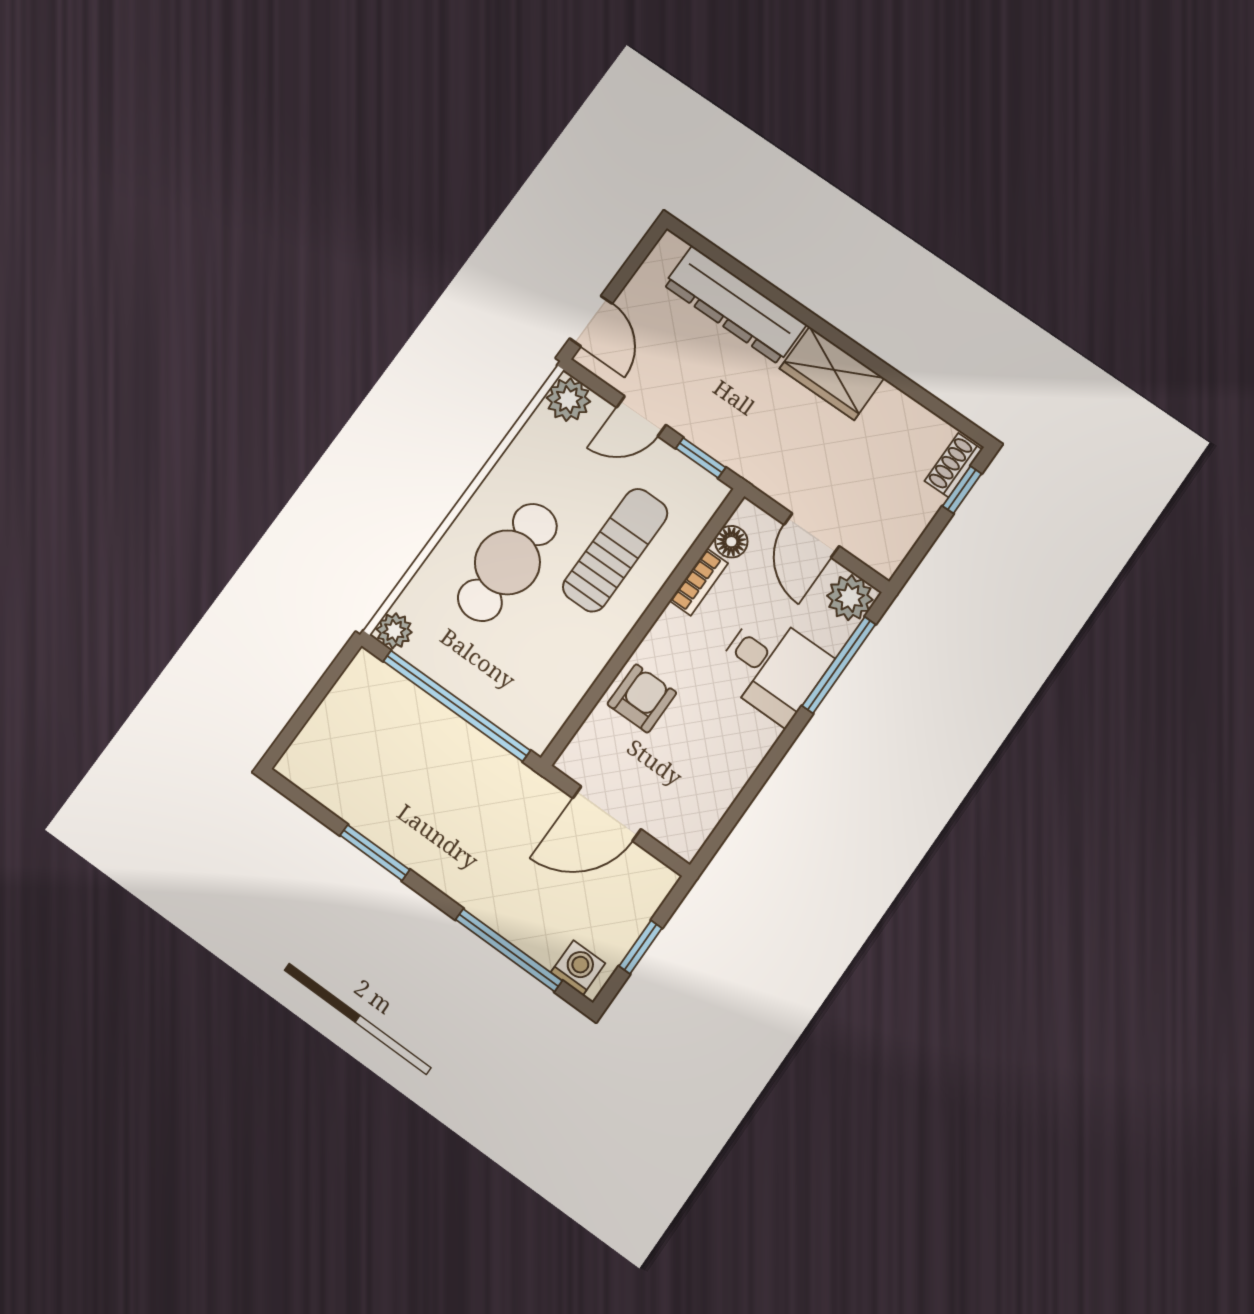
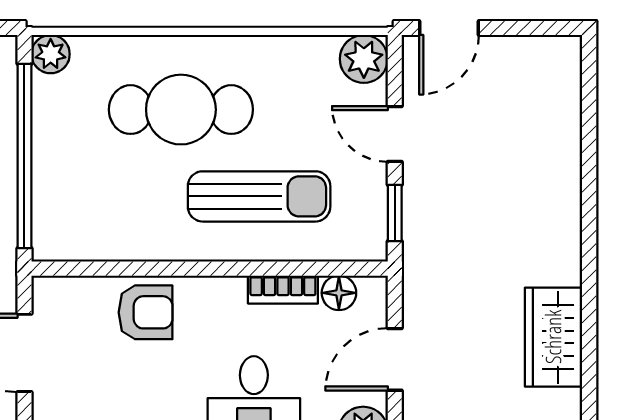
dresser: (735, 305) -> (555, 146), removed
wardrobe: (832, 373) -> (553, 337), moved

